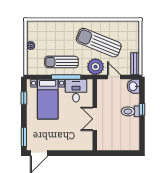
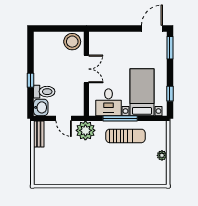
sun lounger: (99, 43) -> (82, 159), removed
toilet: (130, 111) -> (44, 92), moved
stool: (107, 142) -> (72, 42), added

